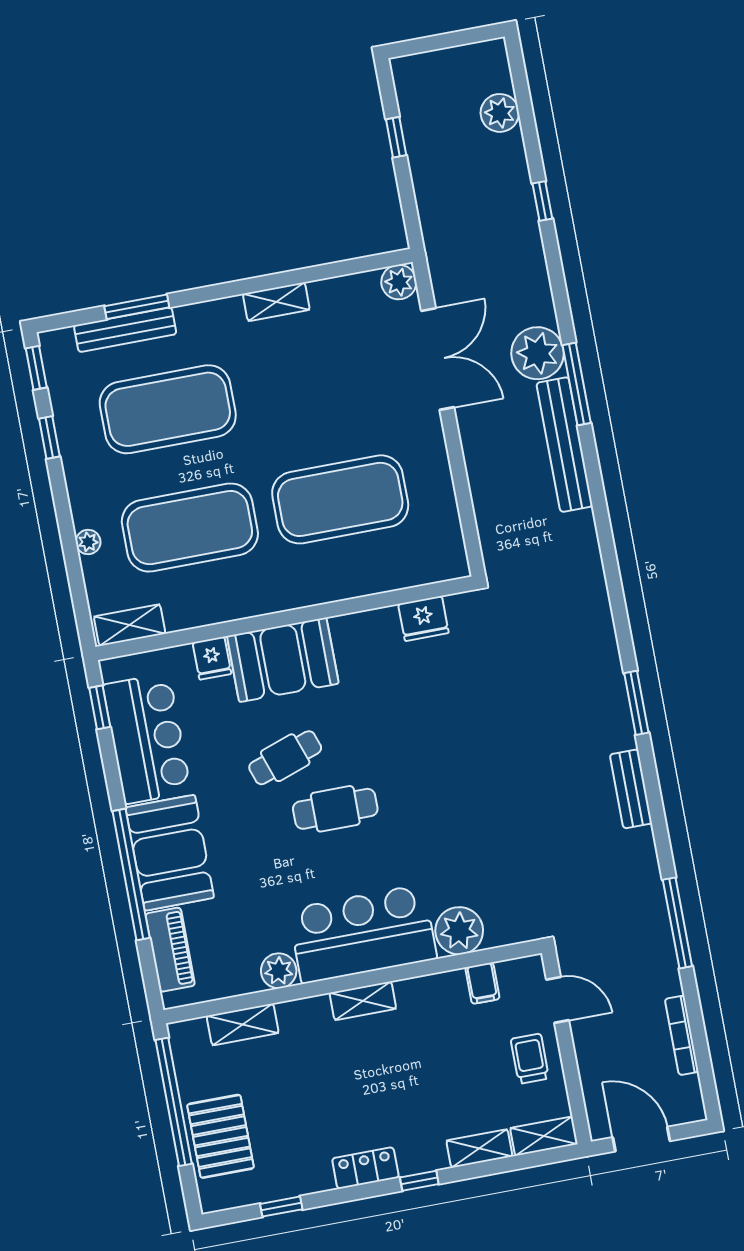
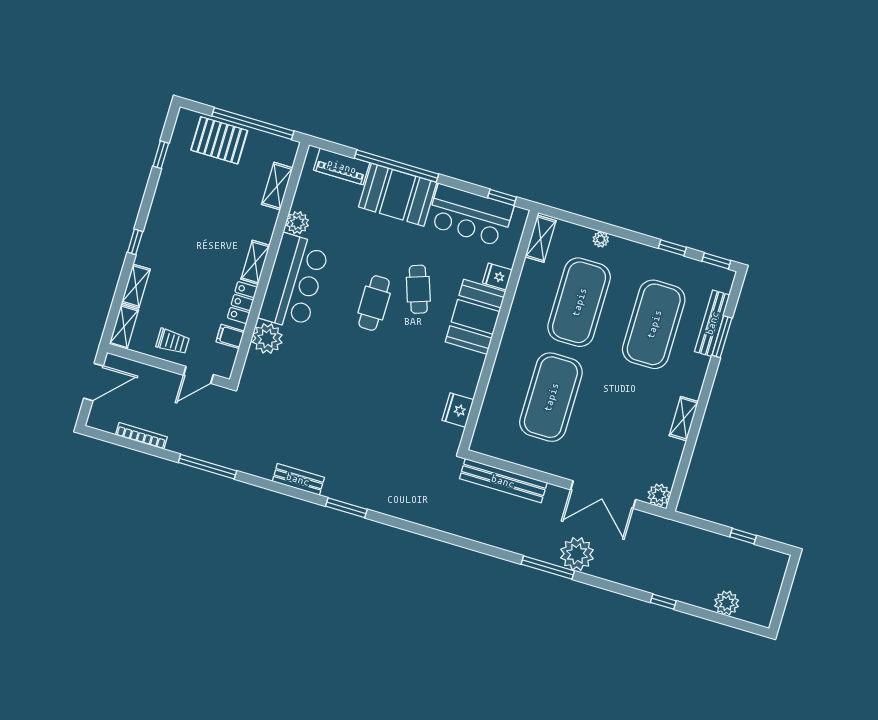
bench: (565, 445) -> (503, 481), moved
locker: (365, 1168) -> (242, 303), moved, turned 180

